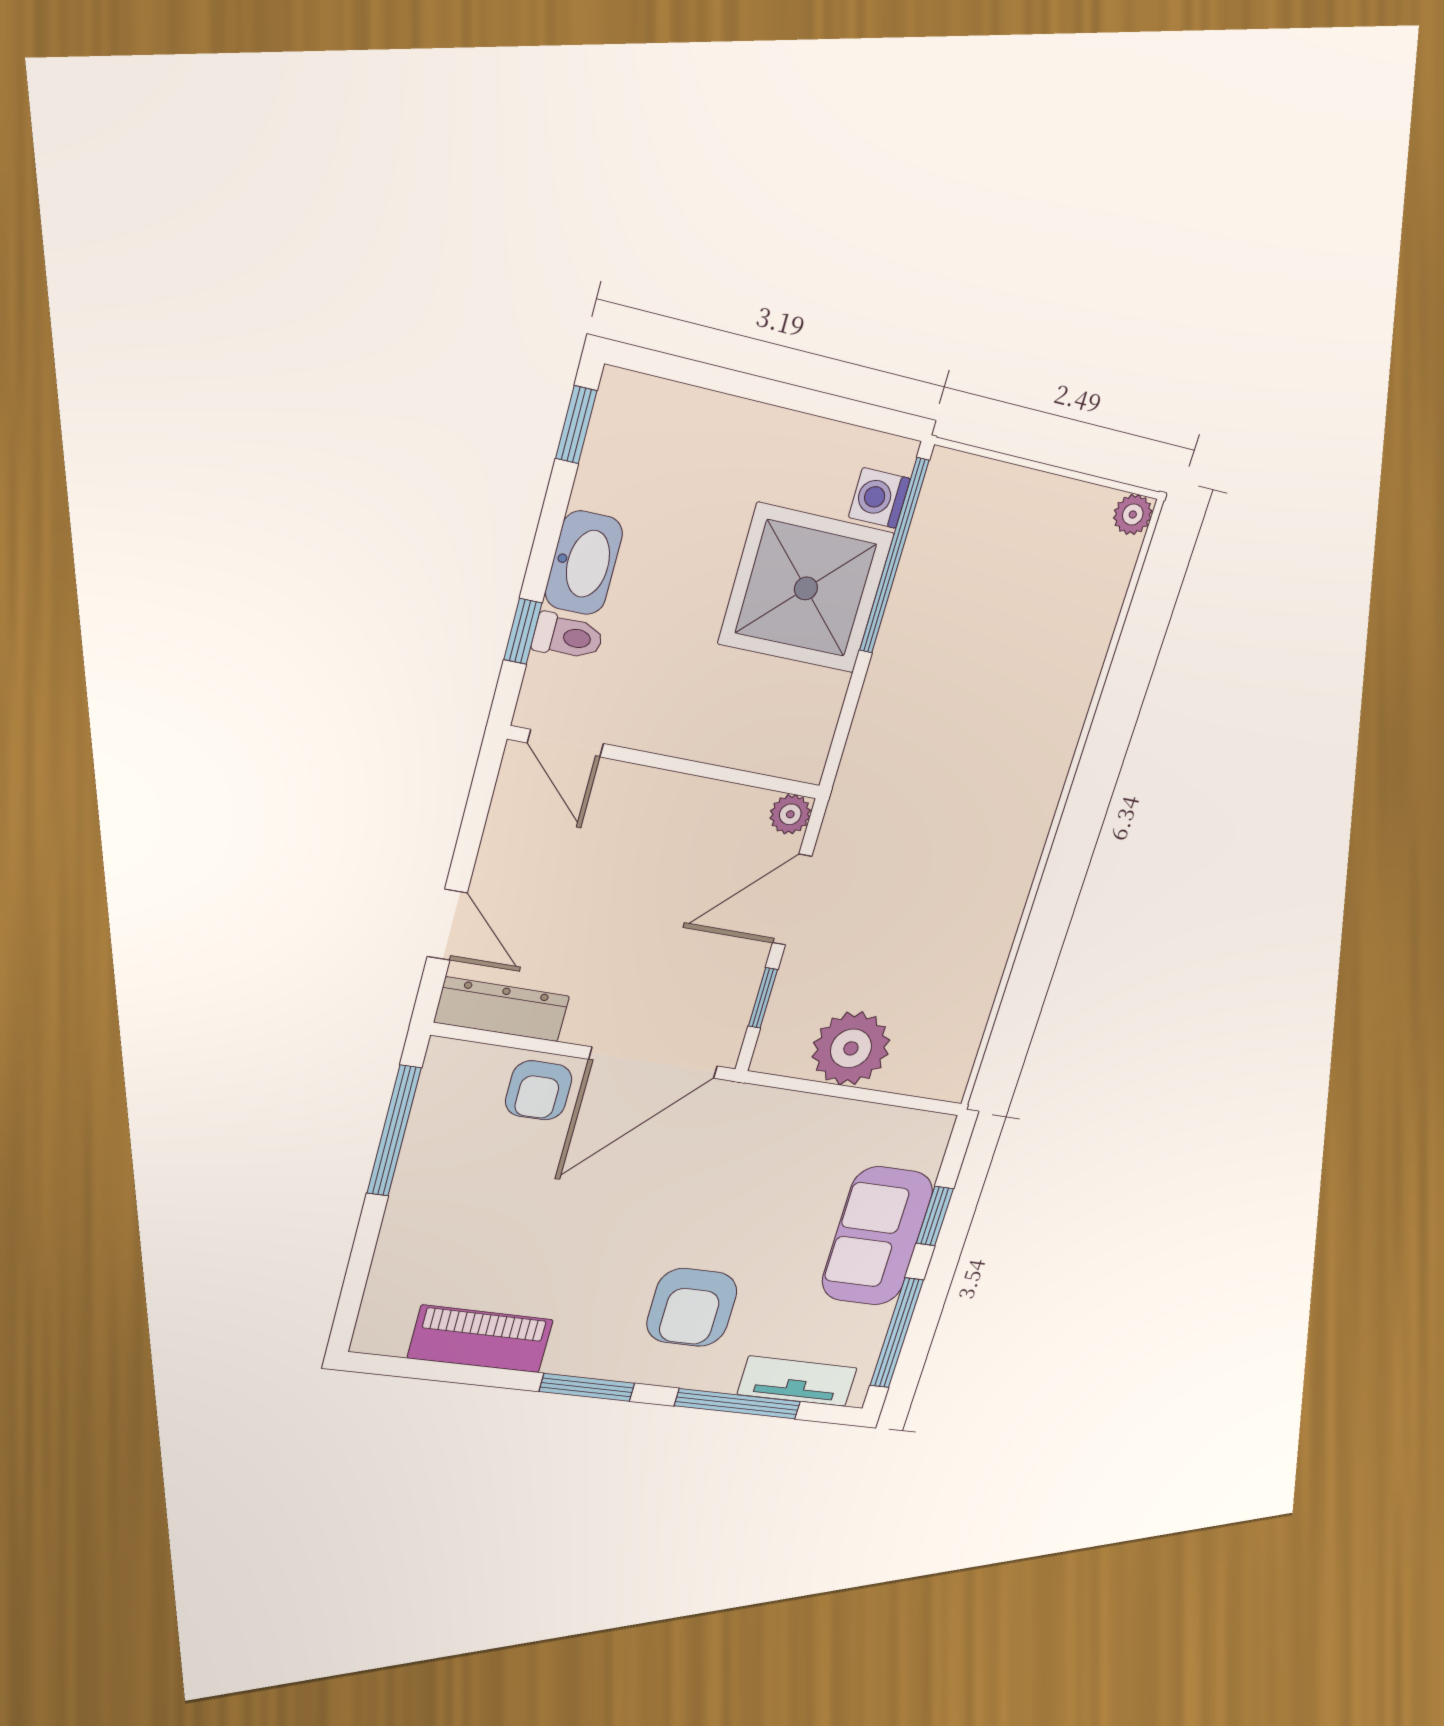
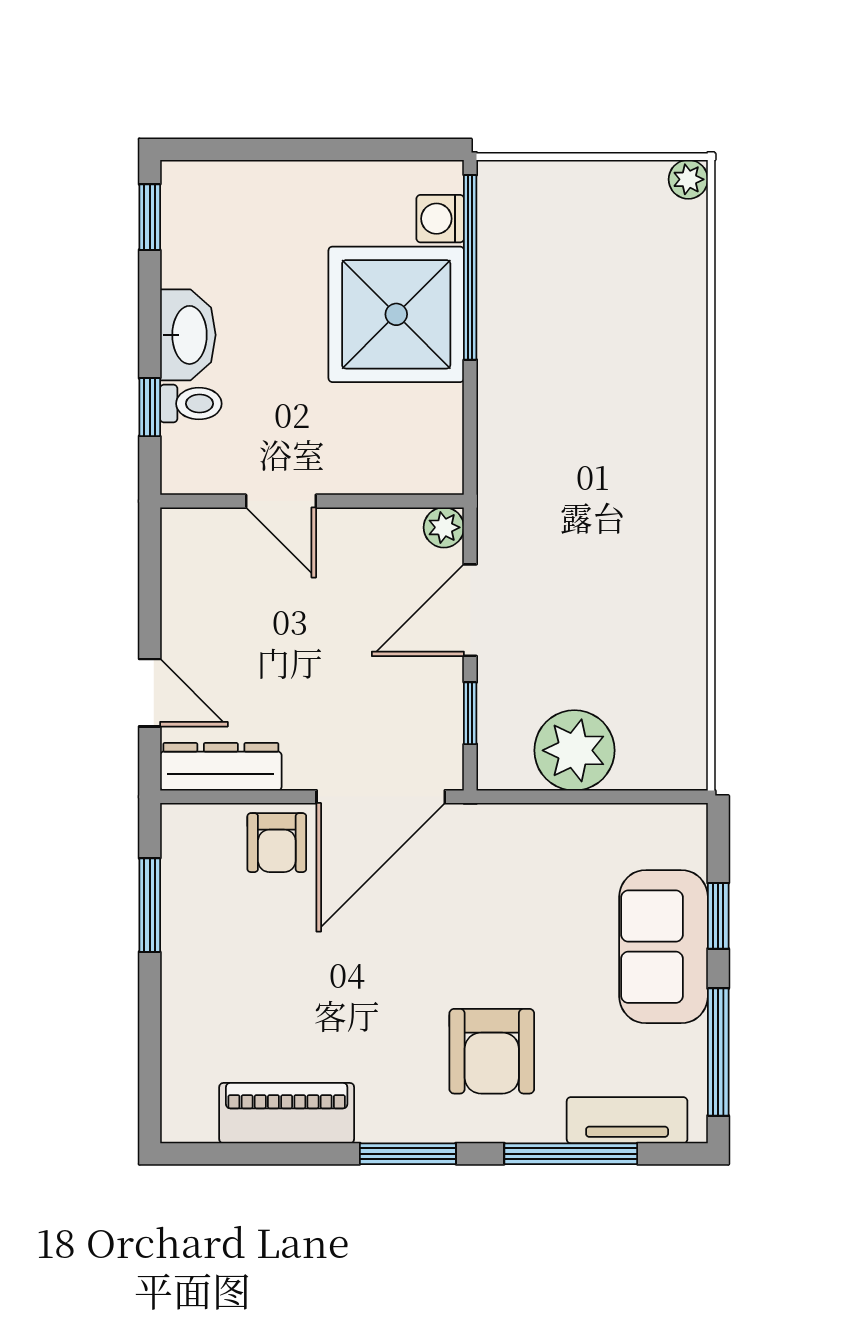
door: (565, 743) -> (281, 501), moved
window: (394, 1131) -> (150, 905), width x0.69

